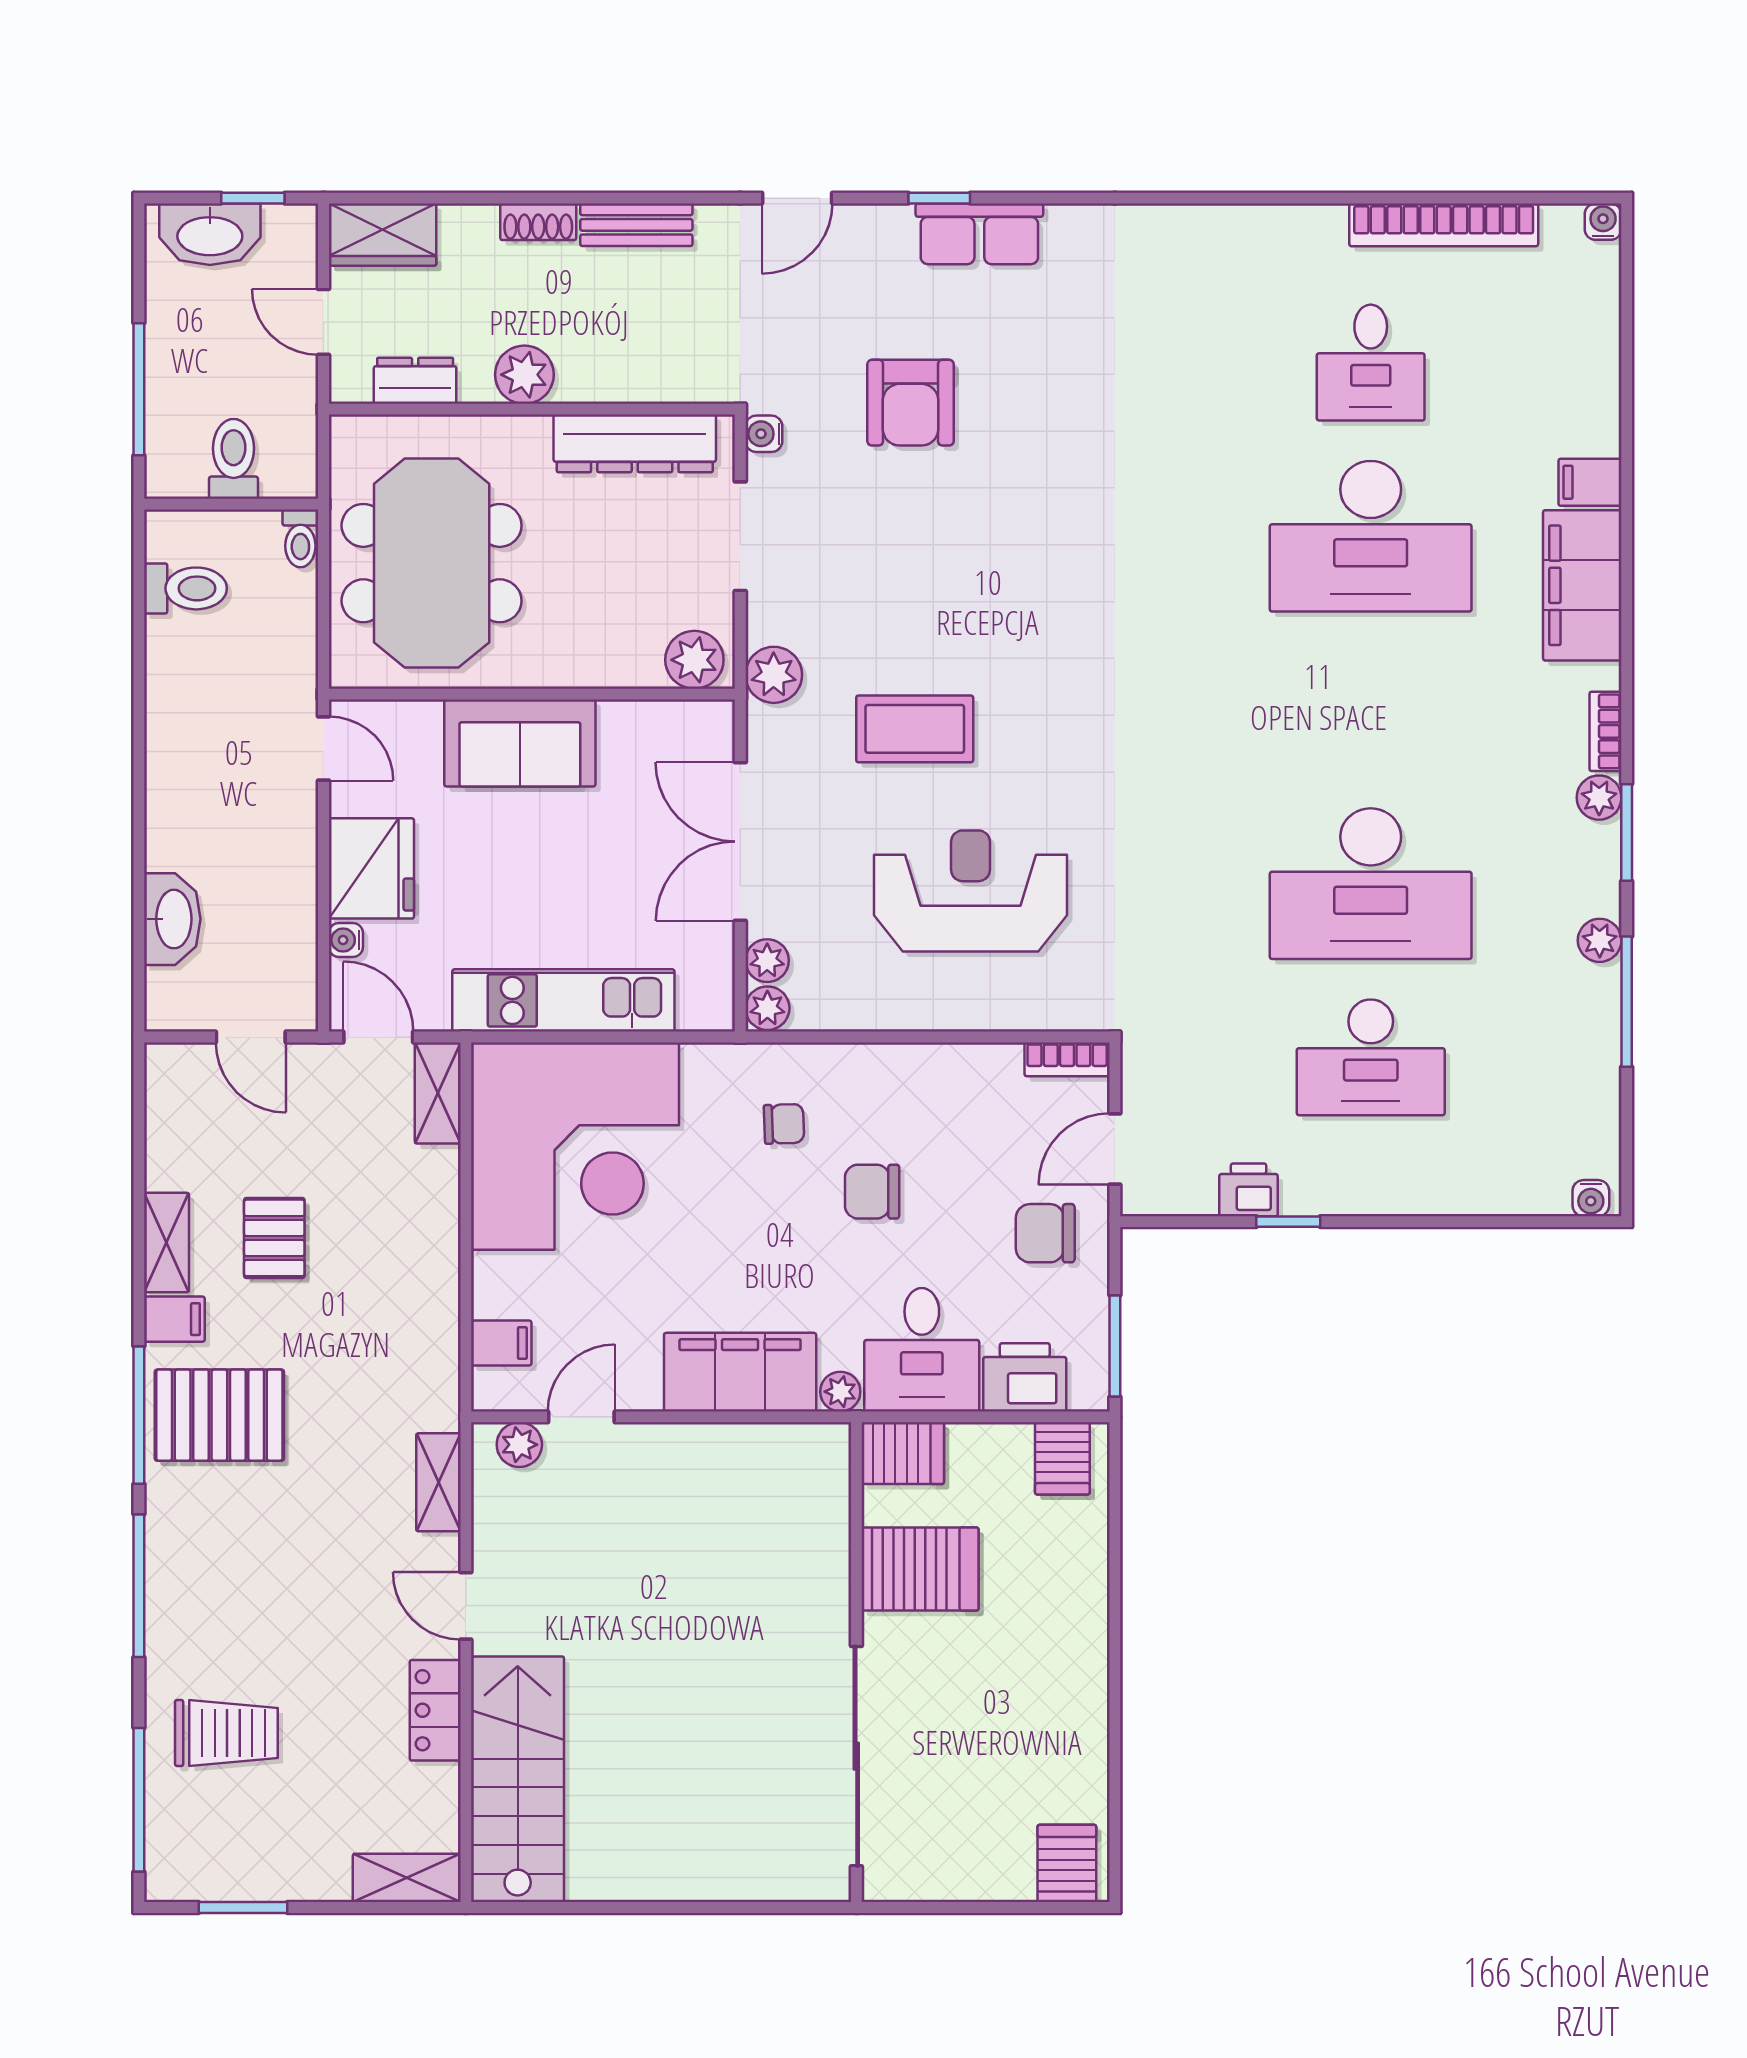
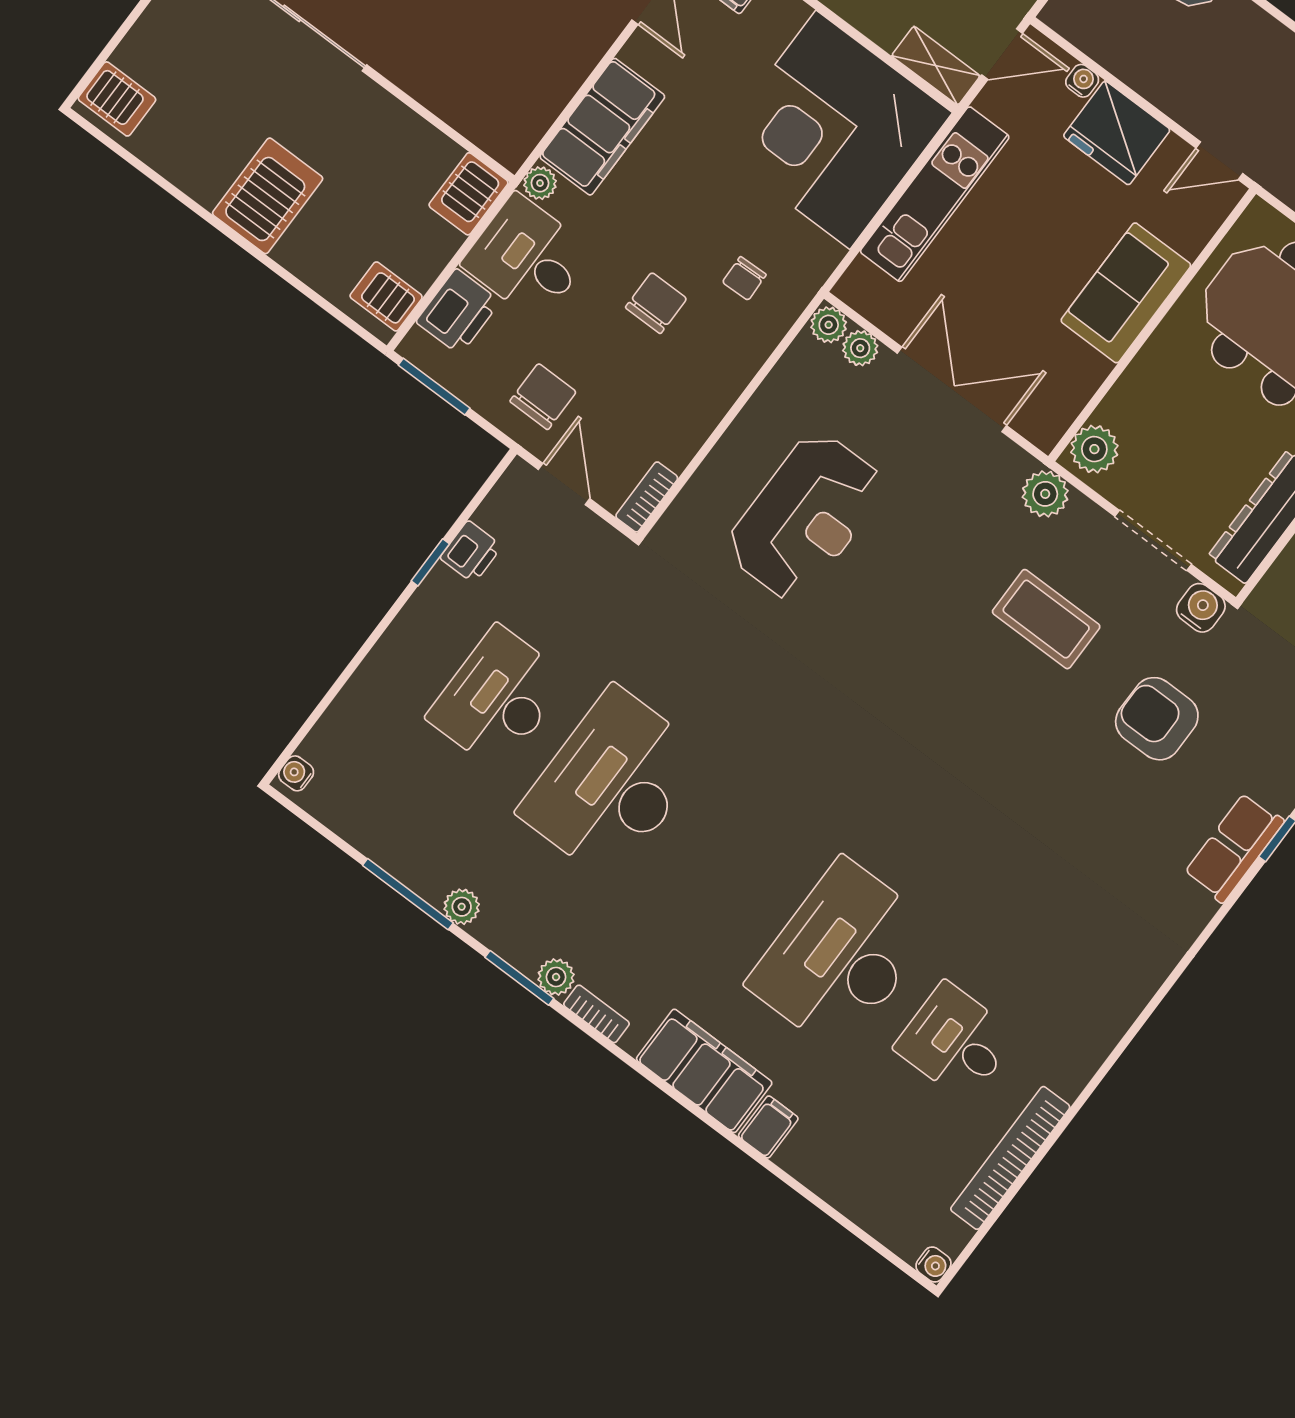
water cooler: (764, 434) -> (1201, 608), width x1.38, depth x1.38
coffee table: (915, 729) -> (1046, 619), moved, turned 90
server rack: (920, 1569) -> (268, 196), moved, turned 180

